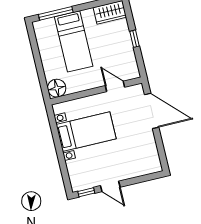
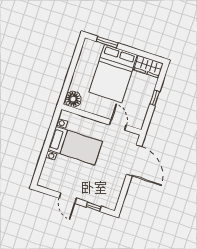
window: (56, 13) -> (107, 42), width x0.69
bed: (74, 41) -> (113, 73), width x1.50
window: (86, 192) -> (94, 207), moved

